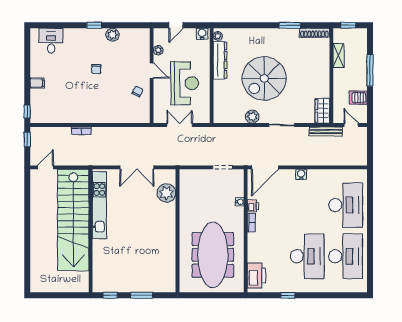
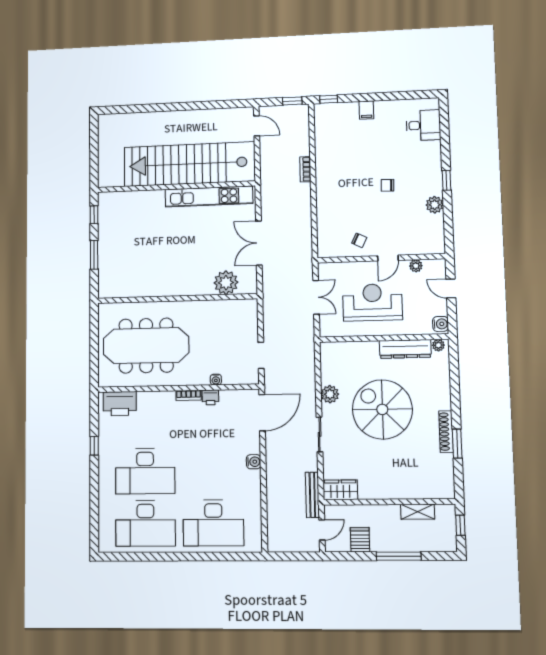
shoe rack: (314, 33) -> (446, 432), moved
reception desk: (185, 83) -> (372, 302), turned 180
door: (265, 167) -> (262, 413), swing flipped

